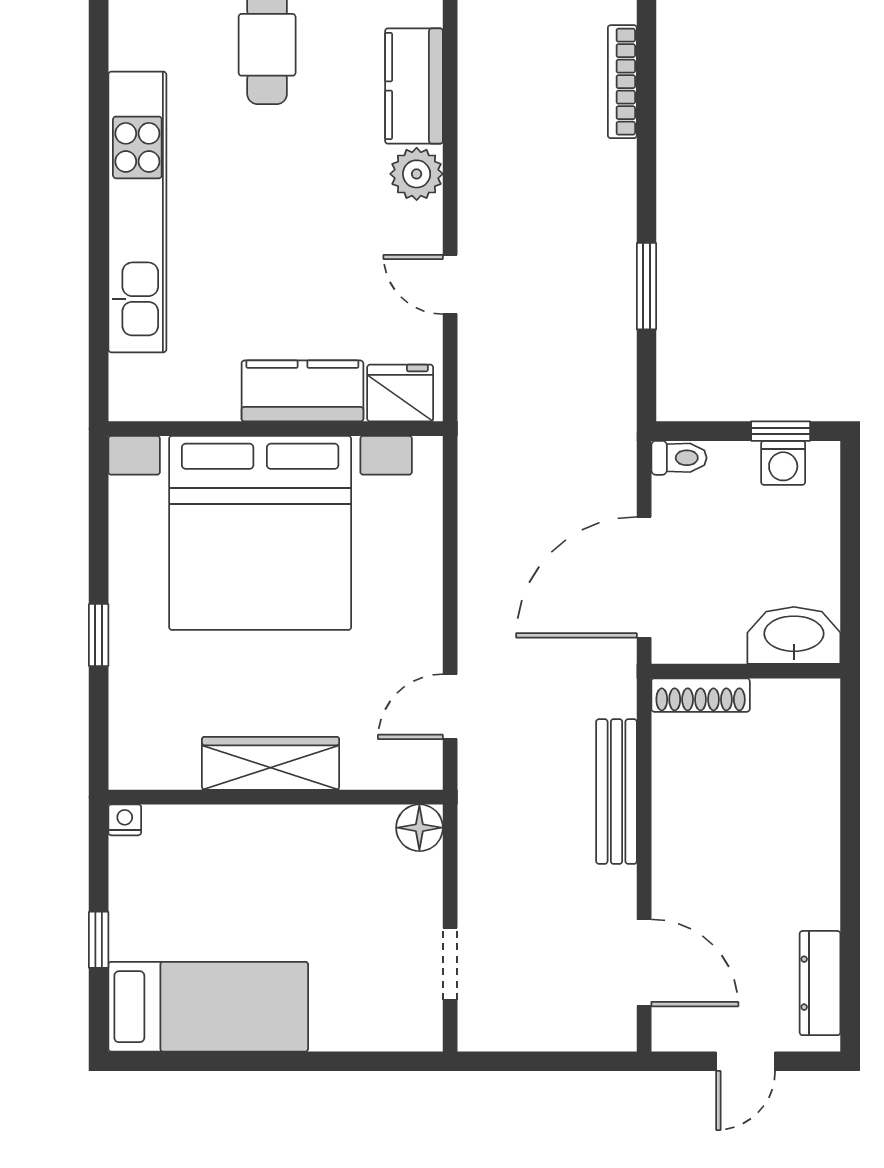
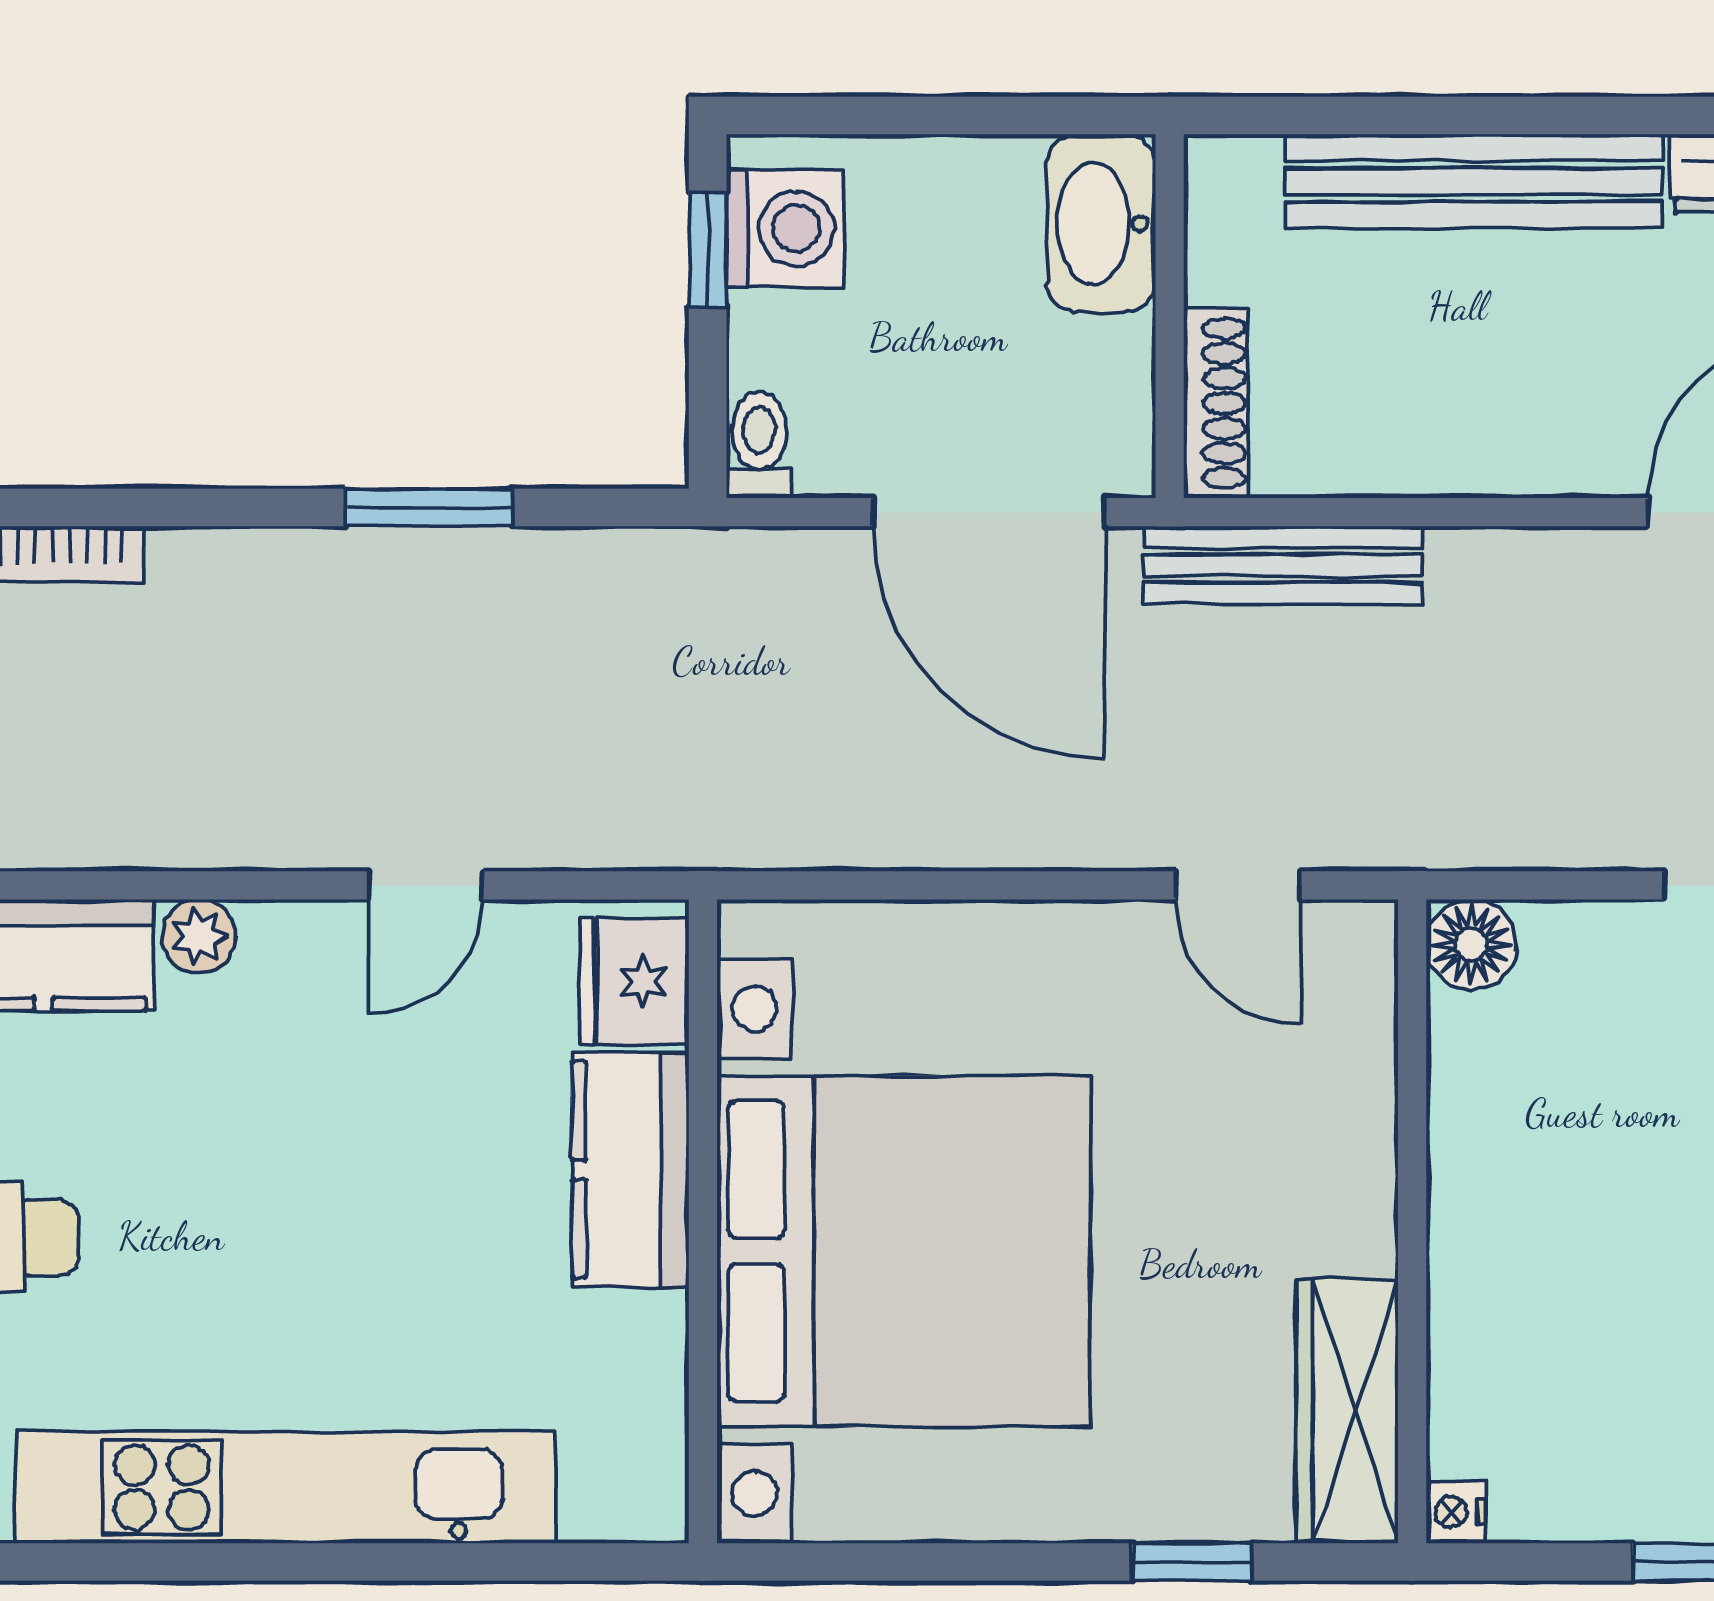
plant: (417, 174) -> (199, 936), width x0.73, depth x0.73
washing machine: (783, 463) -> (785, 228), width x1.38, depth x1.38
window: (99, 635) -> (1192, 1562), moved
wardrobe: (271, 763) -> (1347, 1411), moved
bench: (616, 792) -> (1283, 565), moved
bench: (816, 829) -> (1474, 181), added

